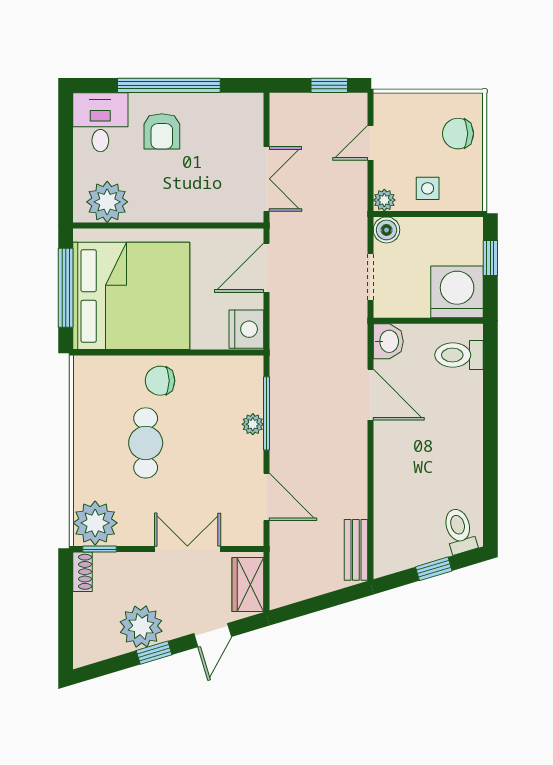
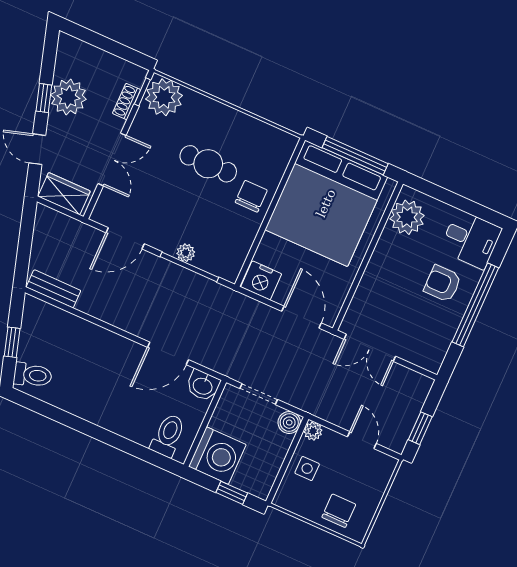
shoe rack: (82, 572) -> (126, 102), moved, turned 90

